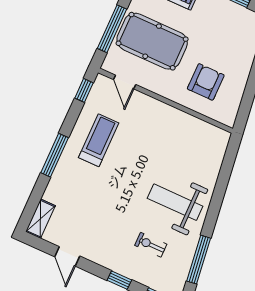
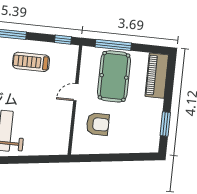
door: (125, 82) -> (76, 92), moved
treadmill: (99, 140) -> (31, 62), turned 180

